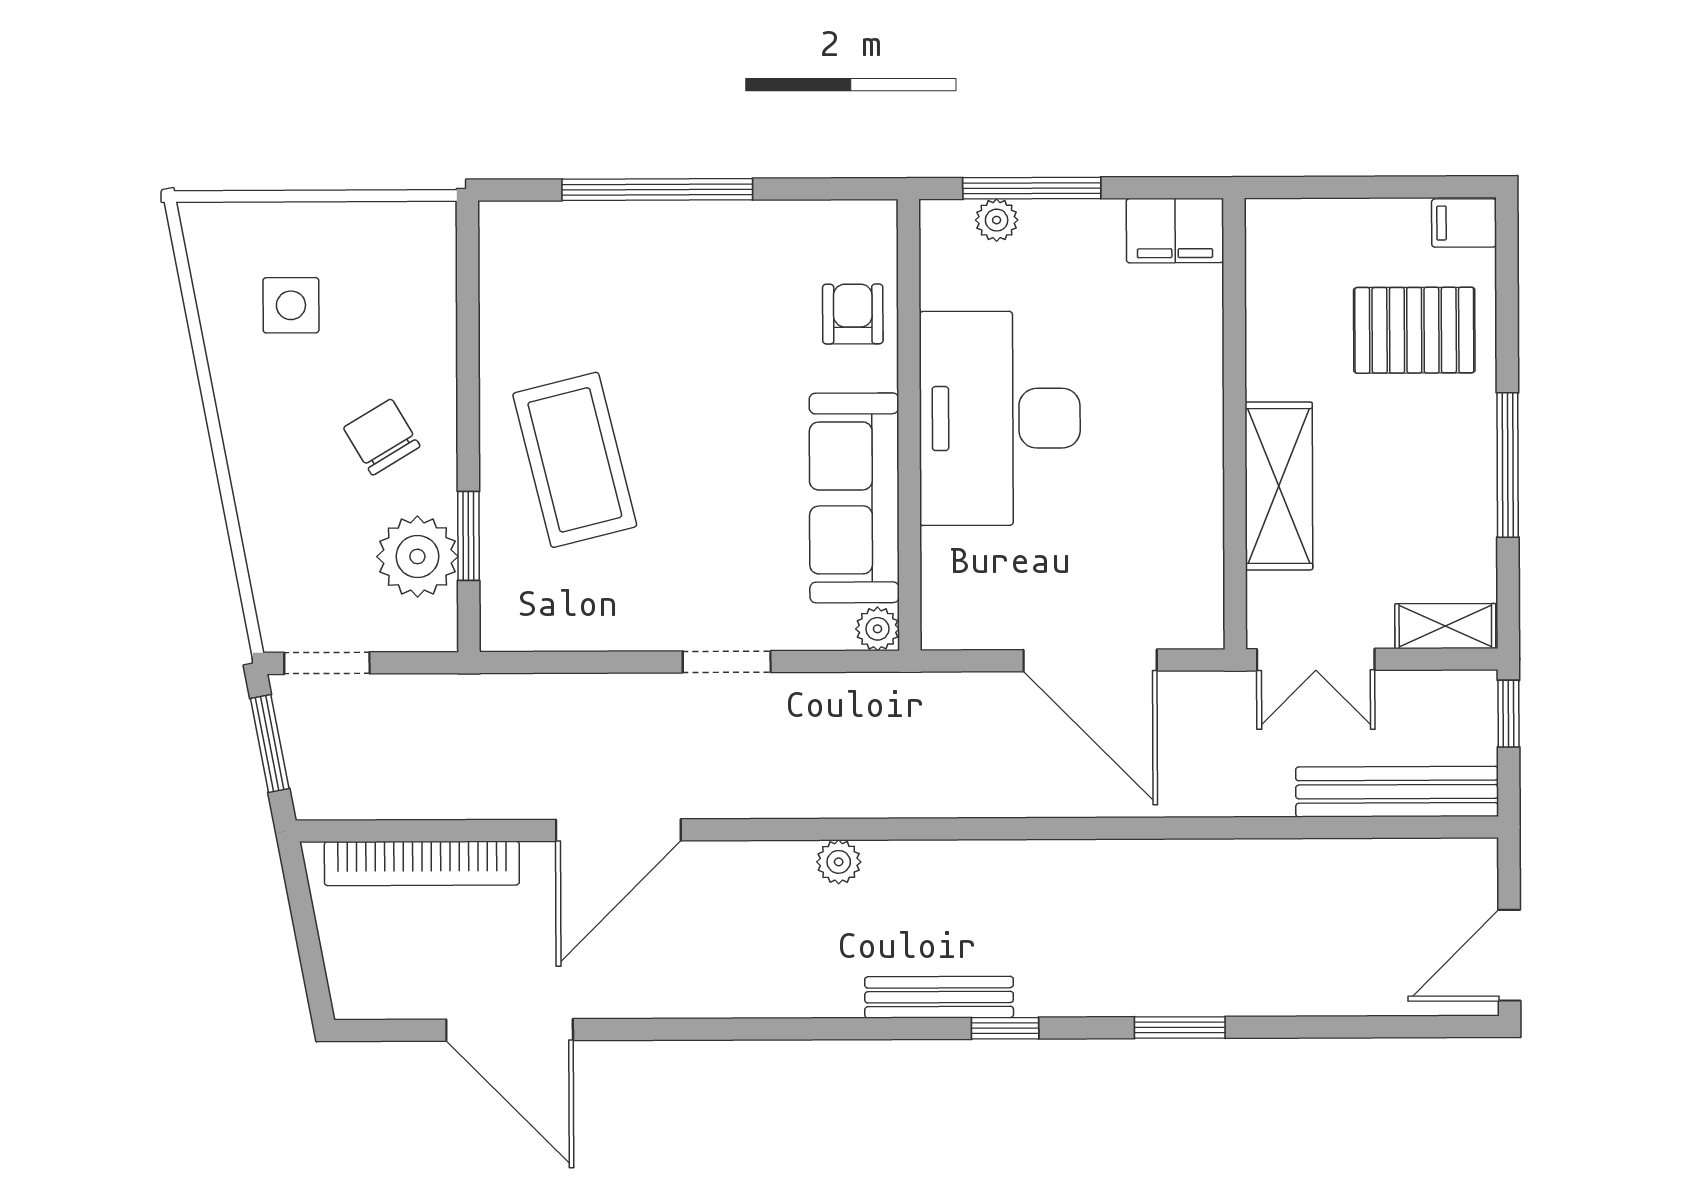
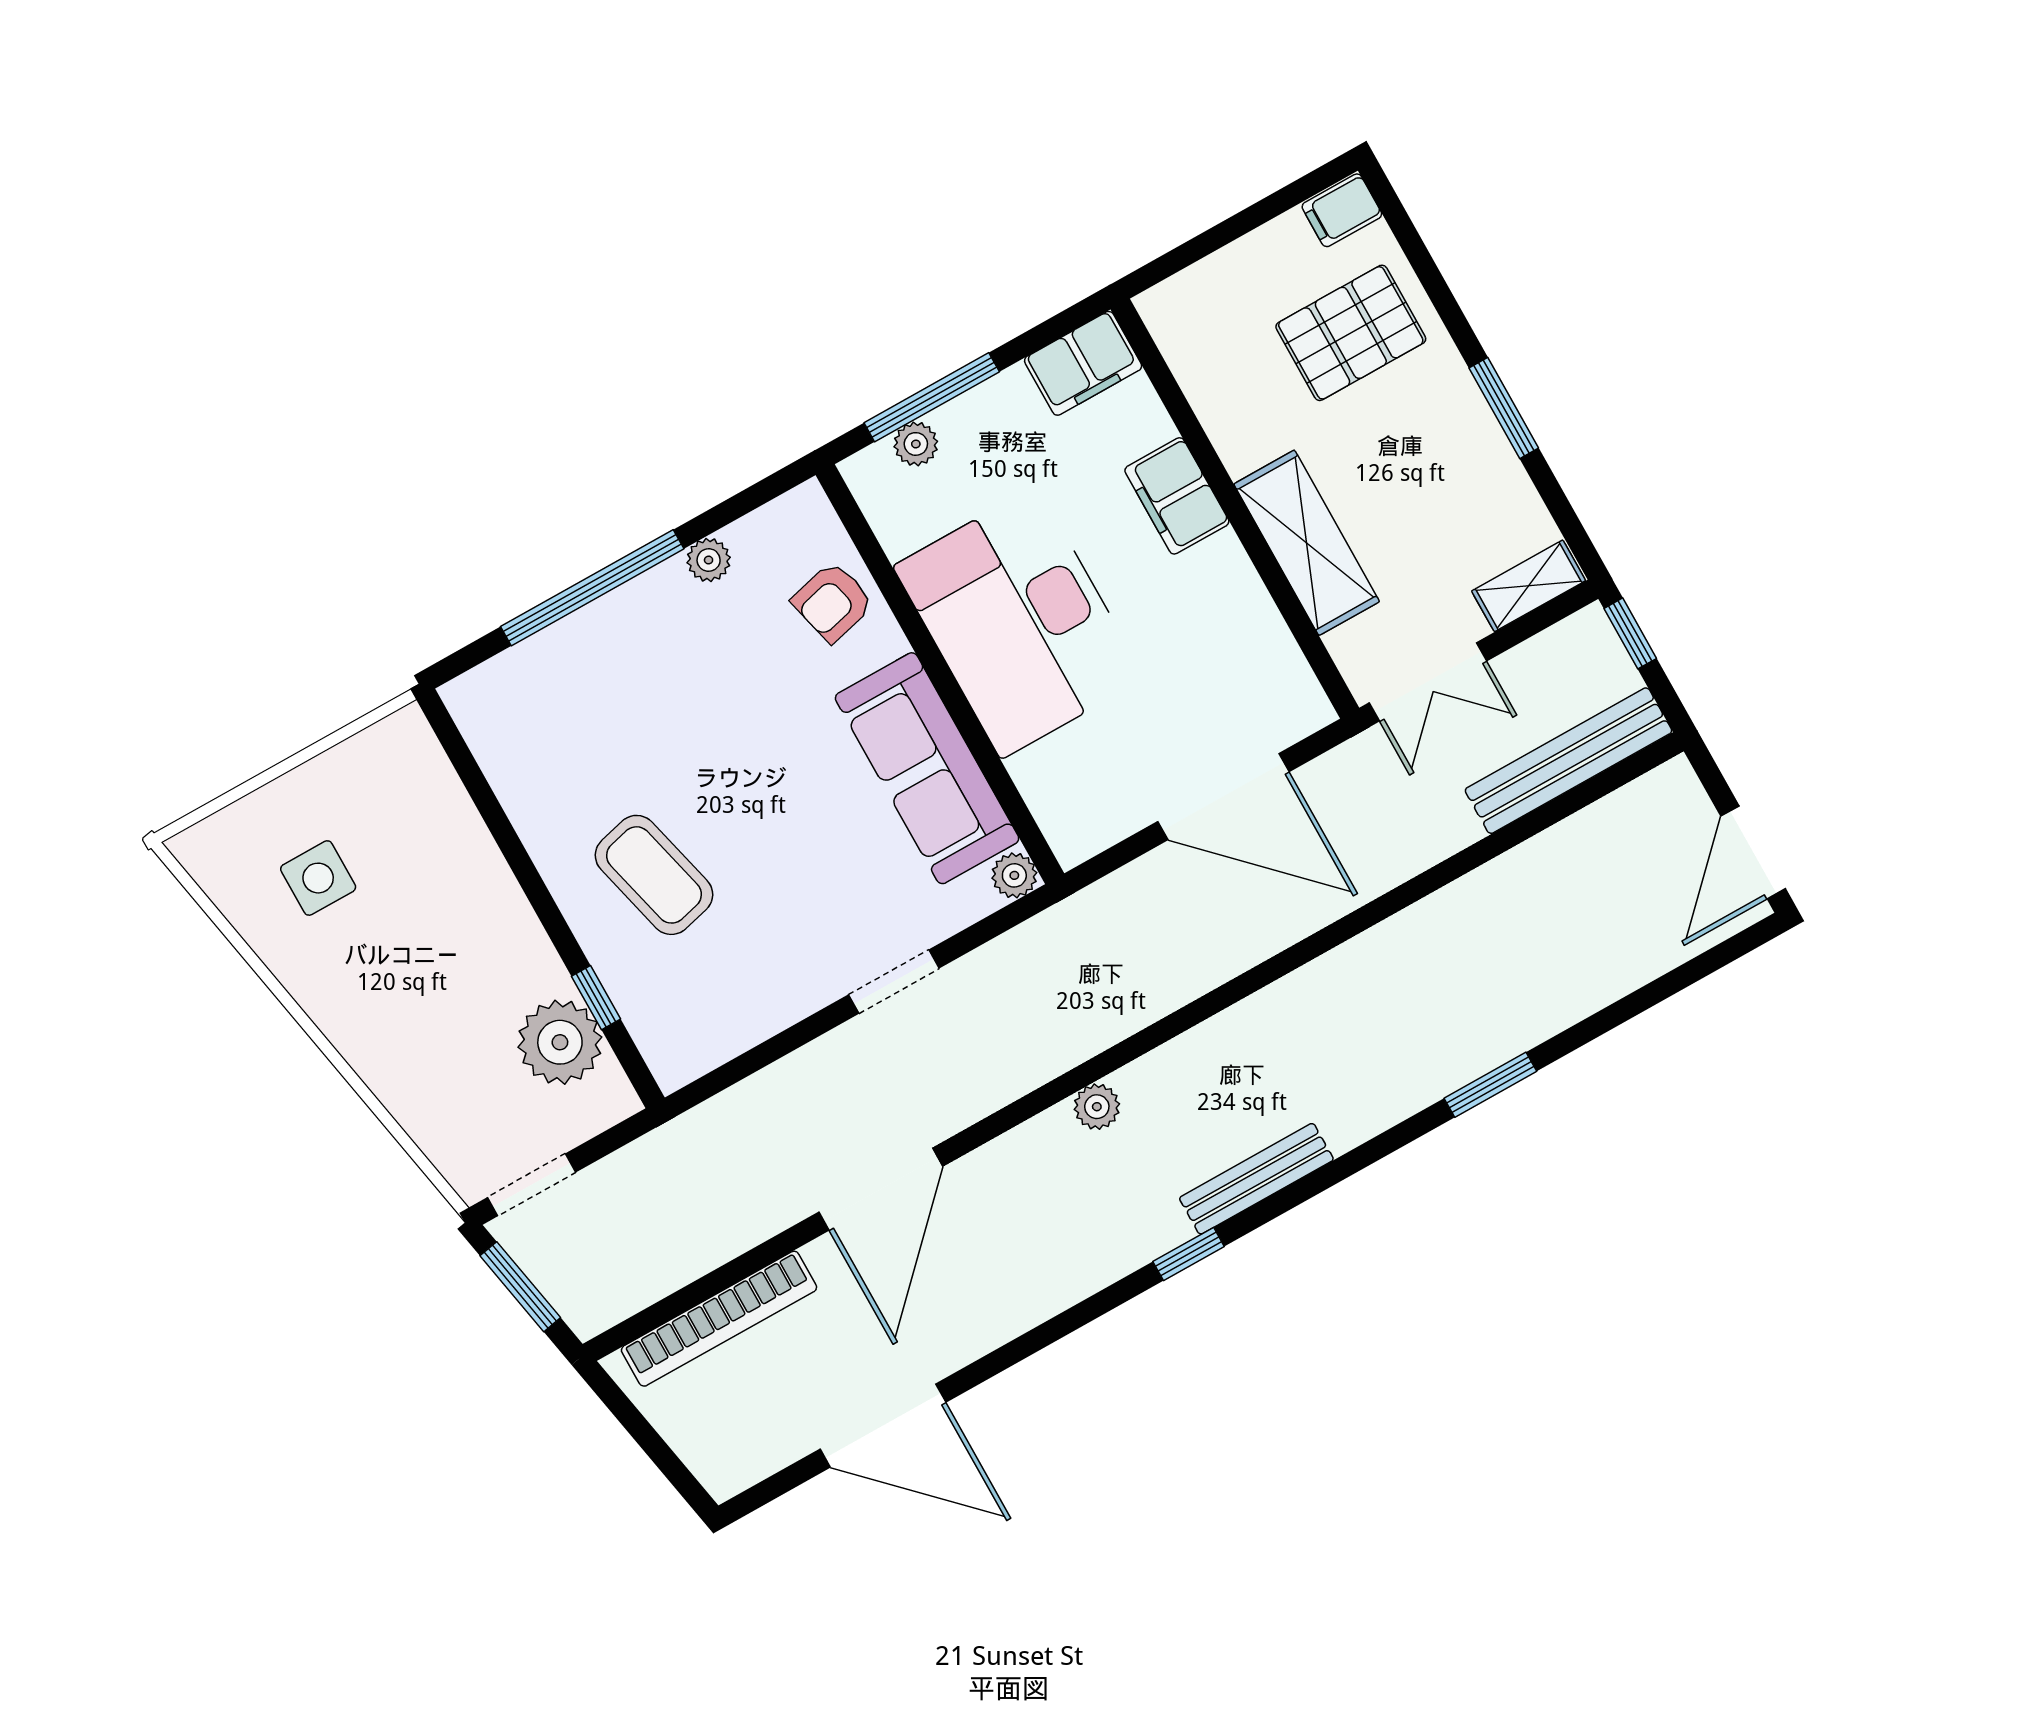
plant: (768, 221) -> (709, 560), added
armchair: (853, 314) -> (833, 602), turned -104
filing cabinet: (1192, 386) -> (1177, 496), added
chair: (382, 437) -> (467, 952), removed
coffee table: (575, 460) -> (654, 875), width x0.73, depth x0.76
window: (1508, 465) -> (1504, 408), width x0.69
window: (469, 536) -> (596, 998), width x0.67
window: (1005, 1028) -> (1189, 1254), moved

